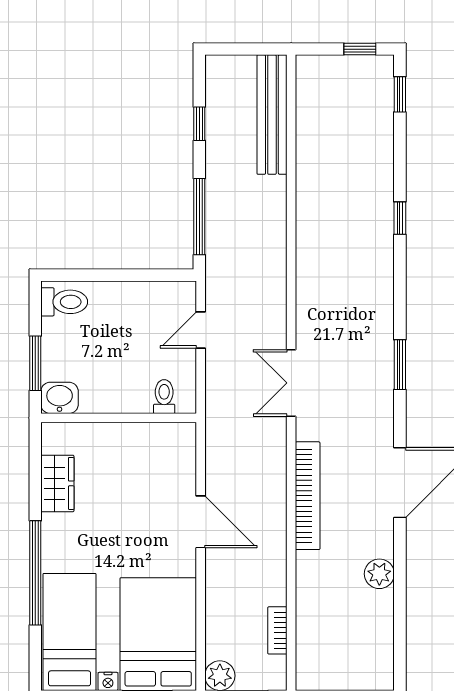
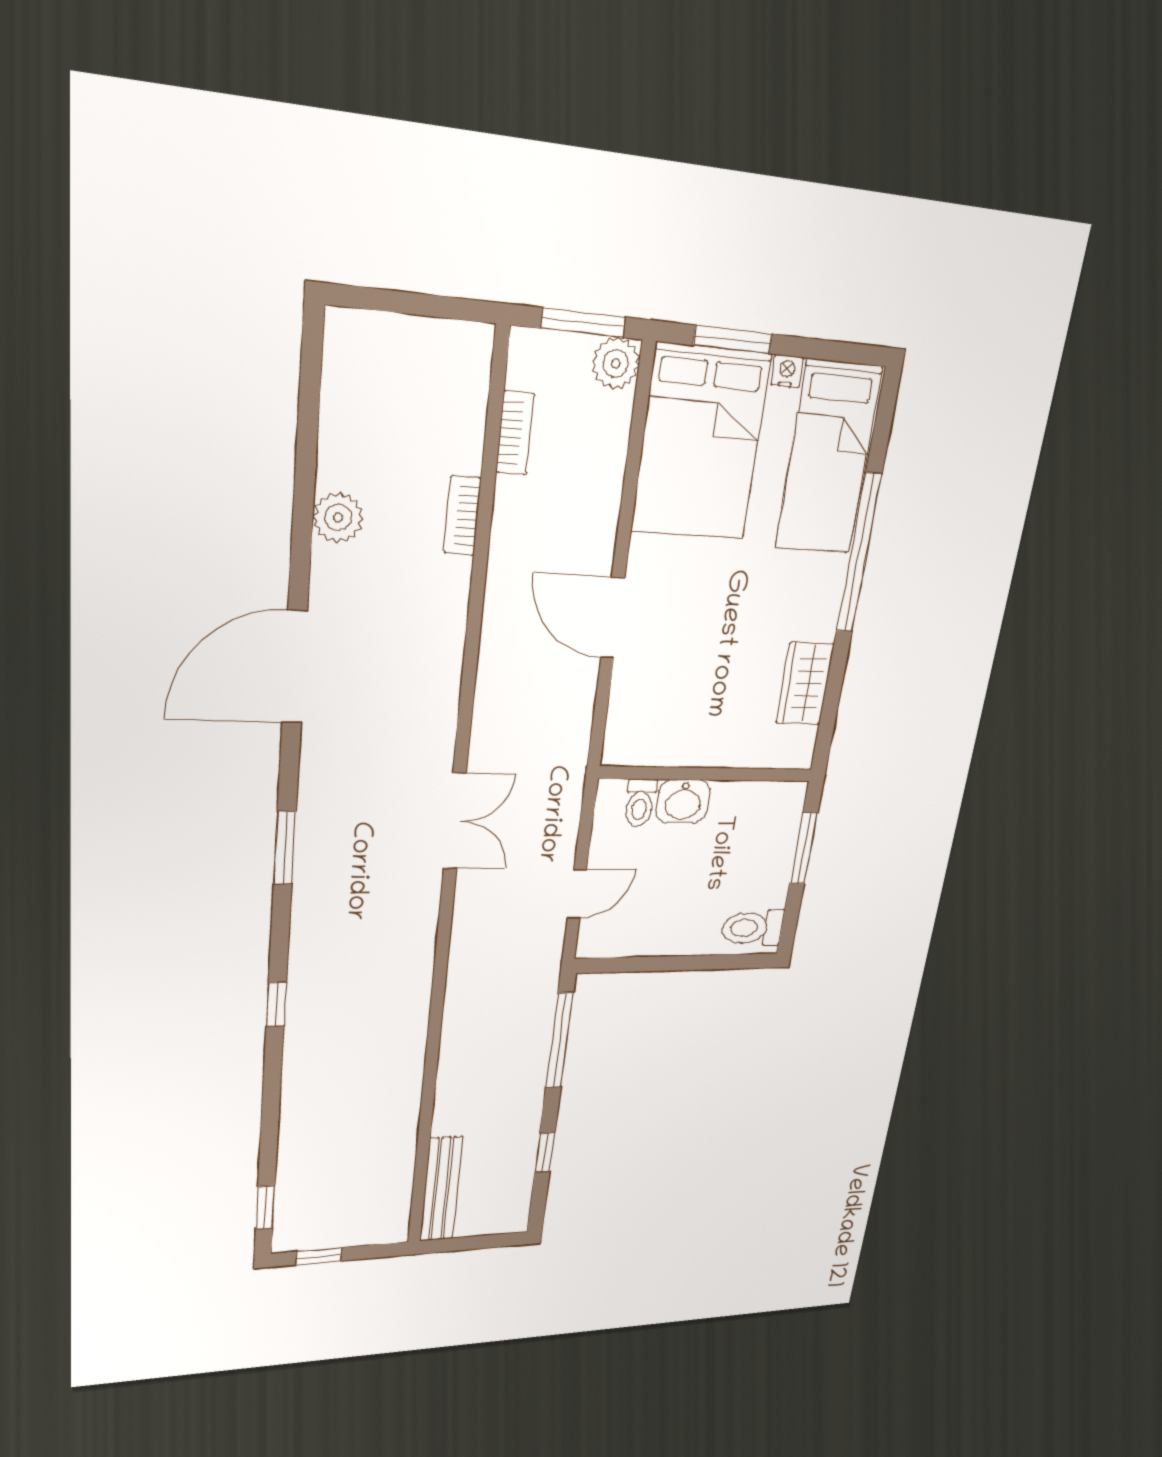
bench: (272, 115) -> (441, 1189), width x0.73, depth x0.82
window: (400, 218) -> (276, 1004), moved
washbasin: (60, 398) -> (683, 801), moved
bookcase: (308, 496) -> (463, 516), moved, width x0.43, depth x0.76

